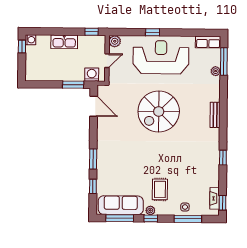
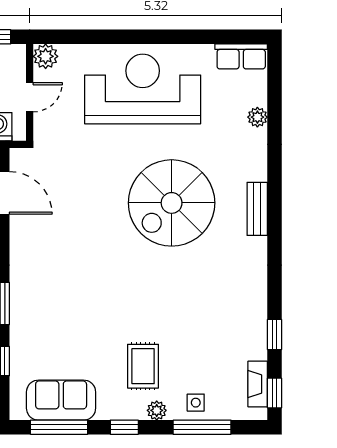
window: (153, 32) -> (125, 37), removed
window: (224, 61) -> (275, 97), removed
spiral stairs: (159, 111) -> (172, 203), moved
window: (223, 158) -> (275, 335), moved
sofa: (121, 205) -> (61, 400), width x0.73
plant: (150, 210) -> (157, 410), moved

